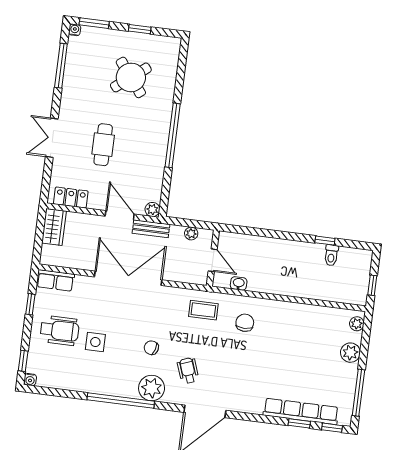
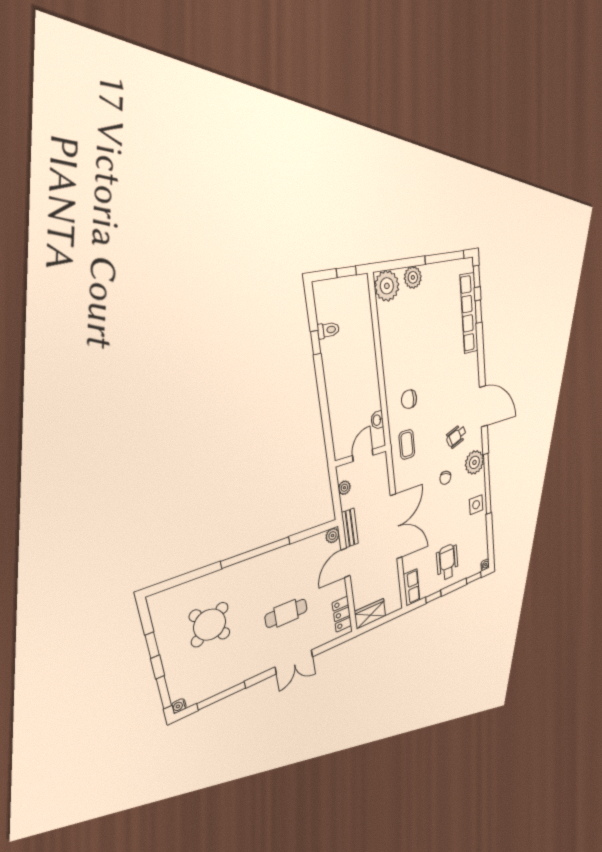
double door: (128, 278) -> (396, 527), swing flipped
plant: (357, 324) -> (387, 286), width x1.87, depth x1.87
side table: (95, 342) -> (476, 505), moved

